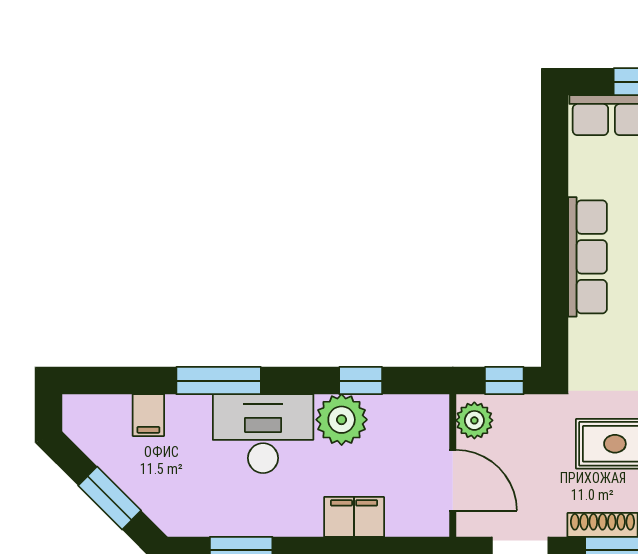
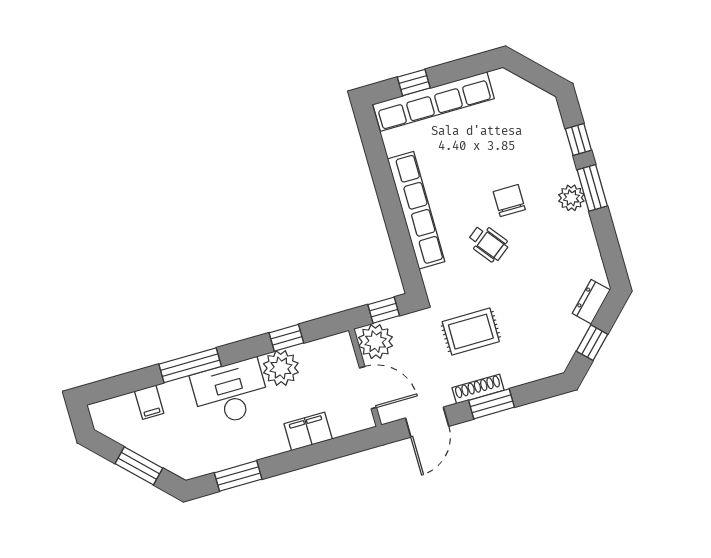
row of seats: (588, 257) -> (416, 210), width x1.36
plant: (474, 420) -> (376, 342), width x1.36, depth x1.36

